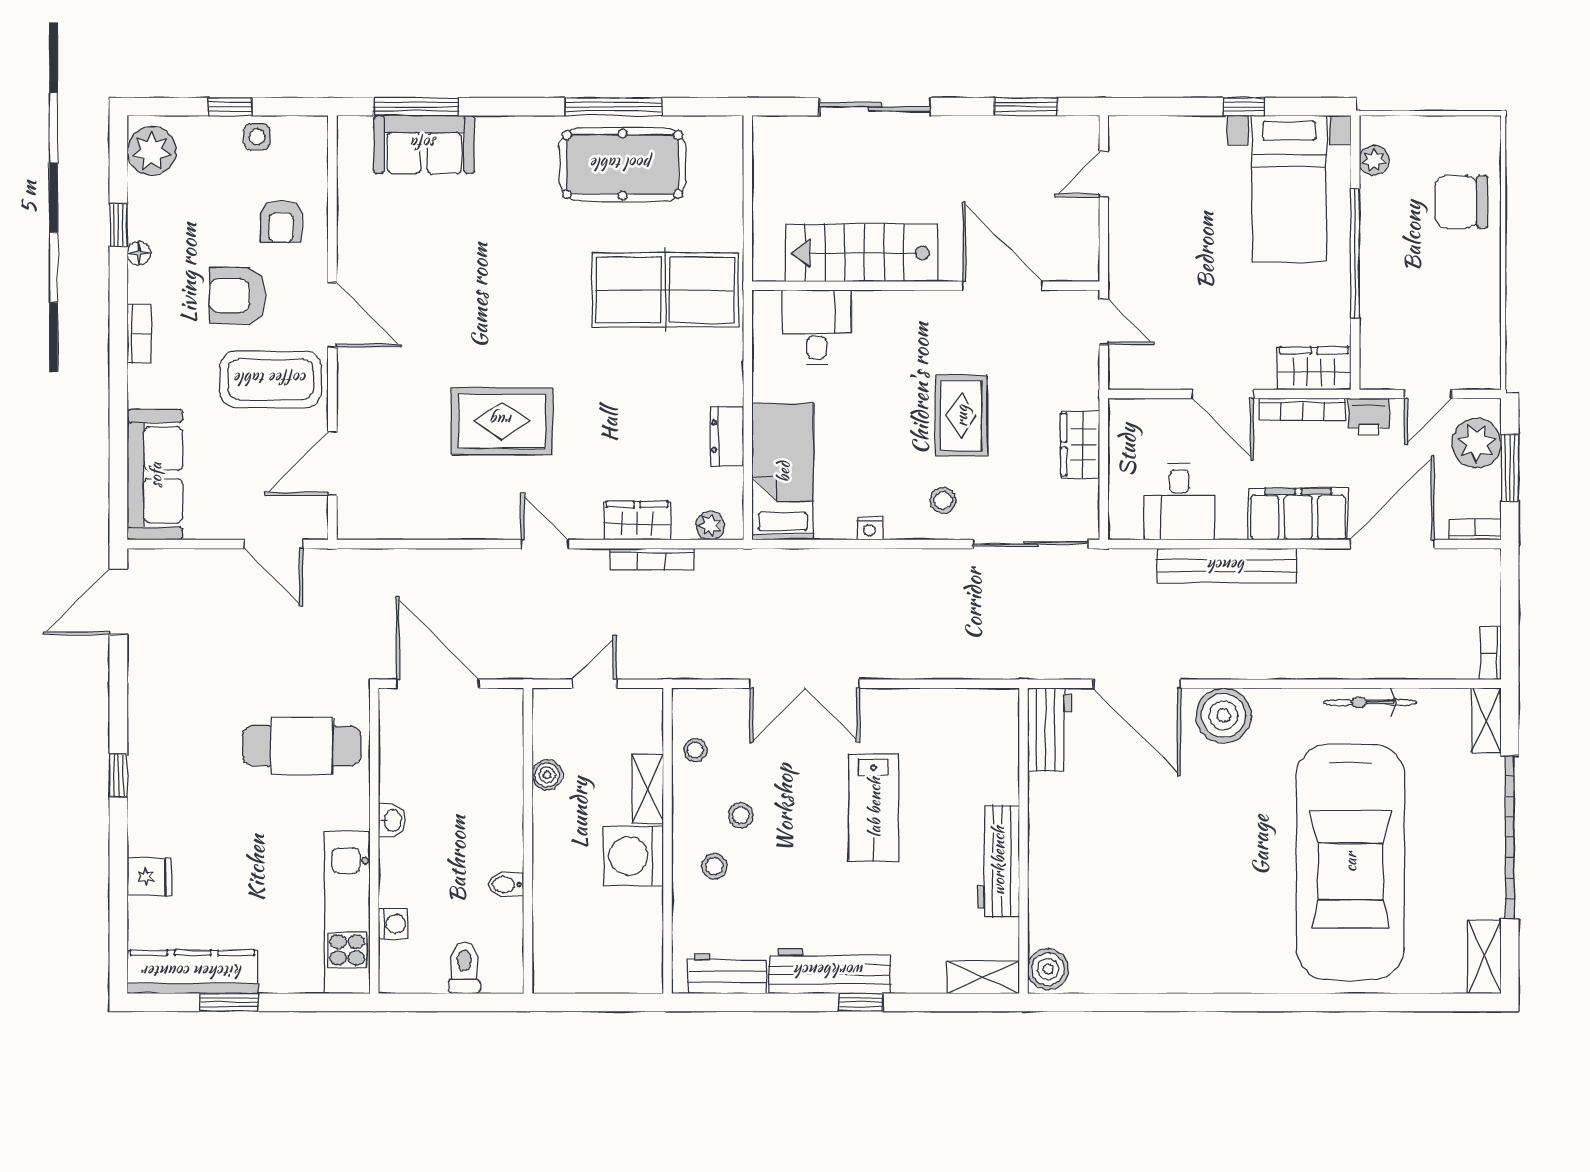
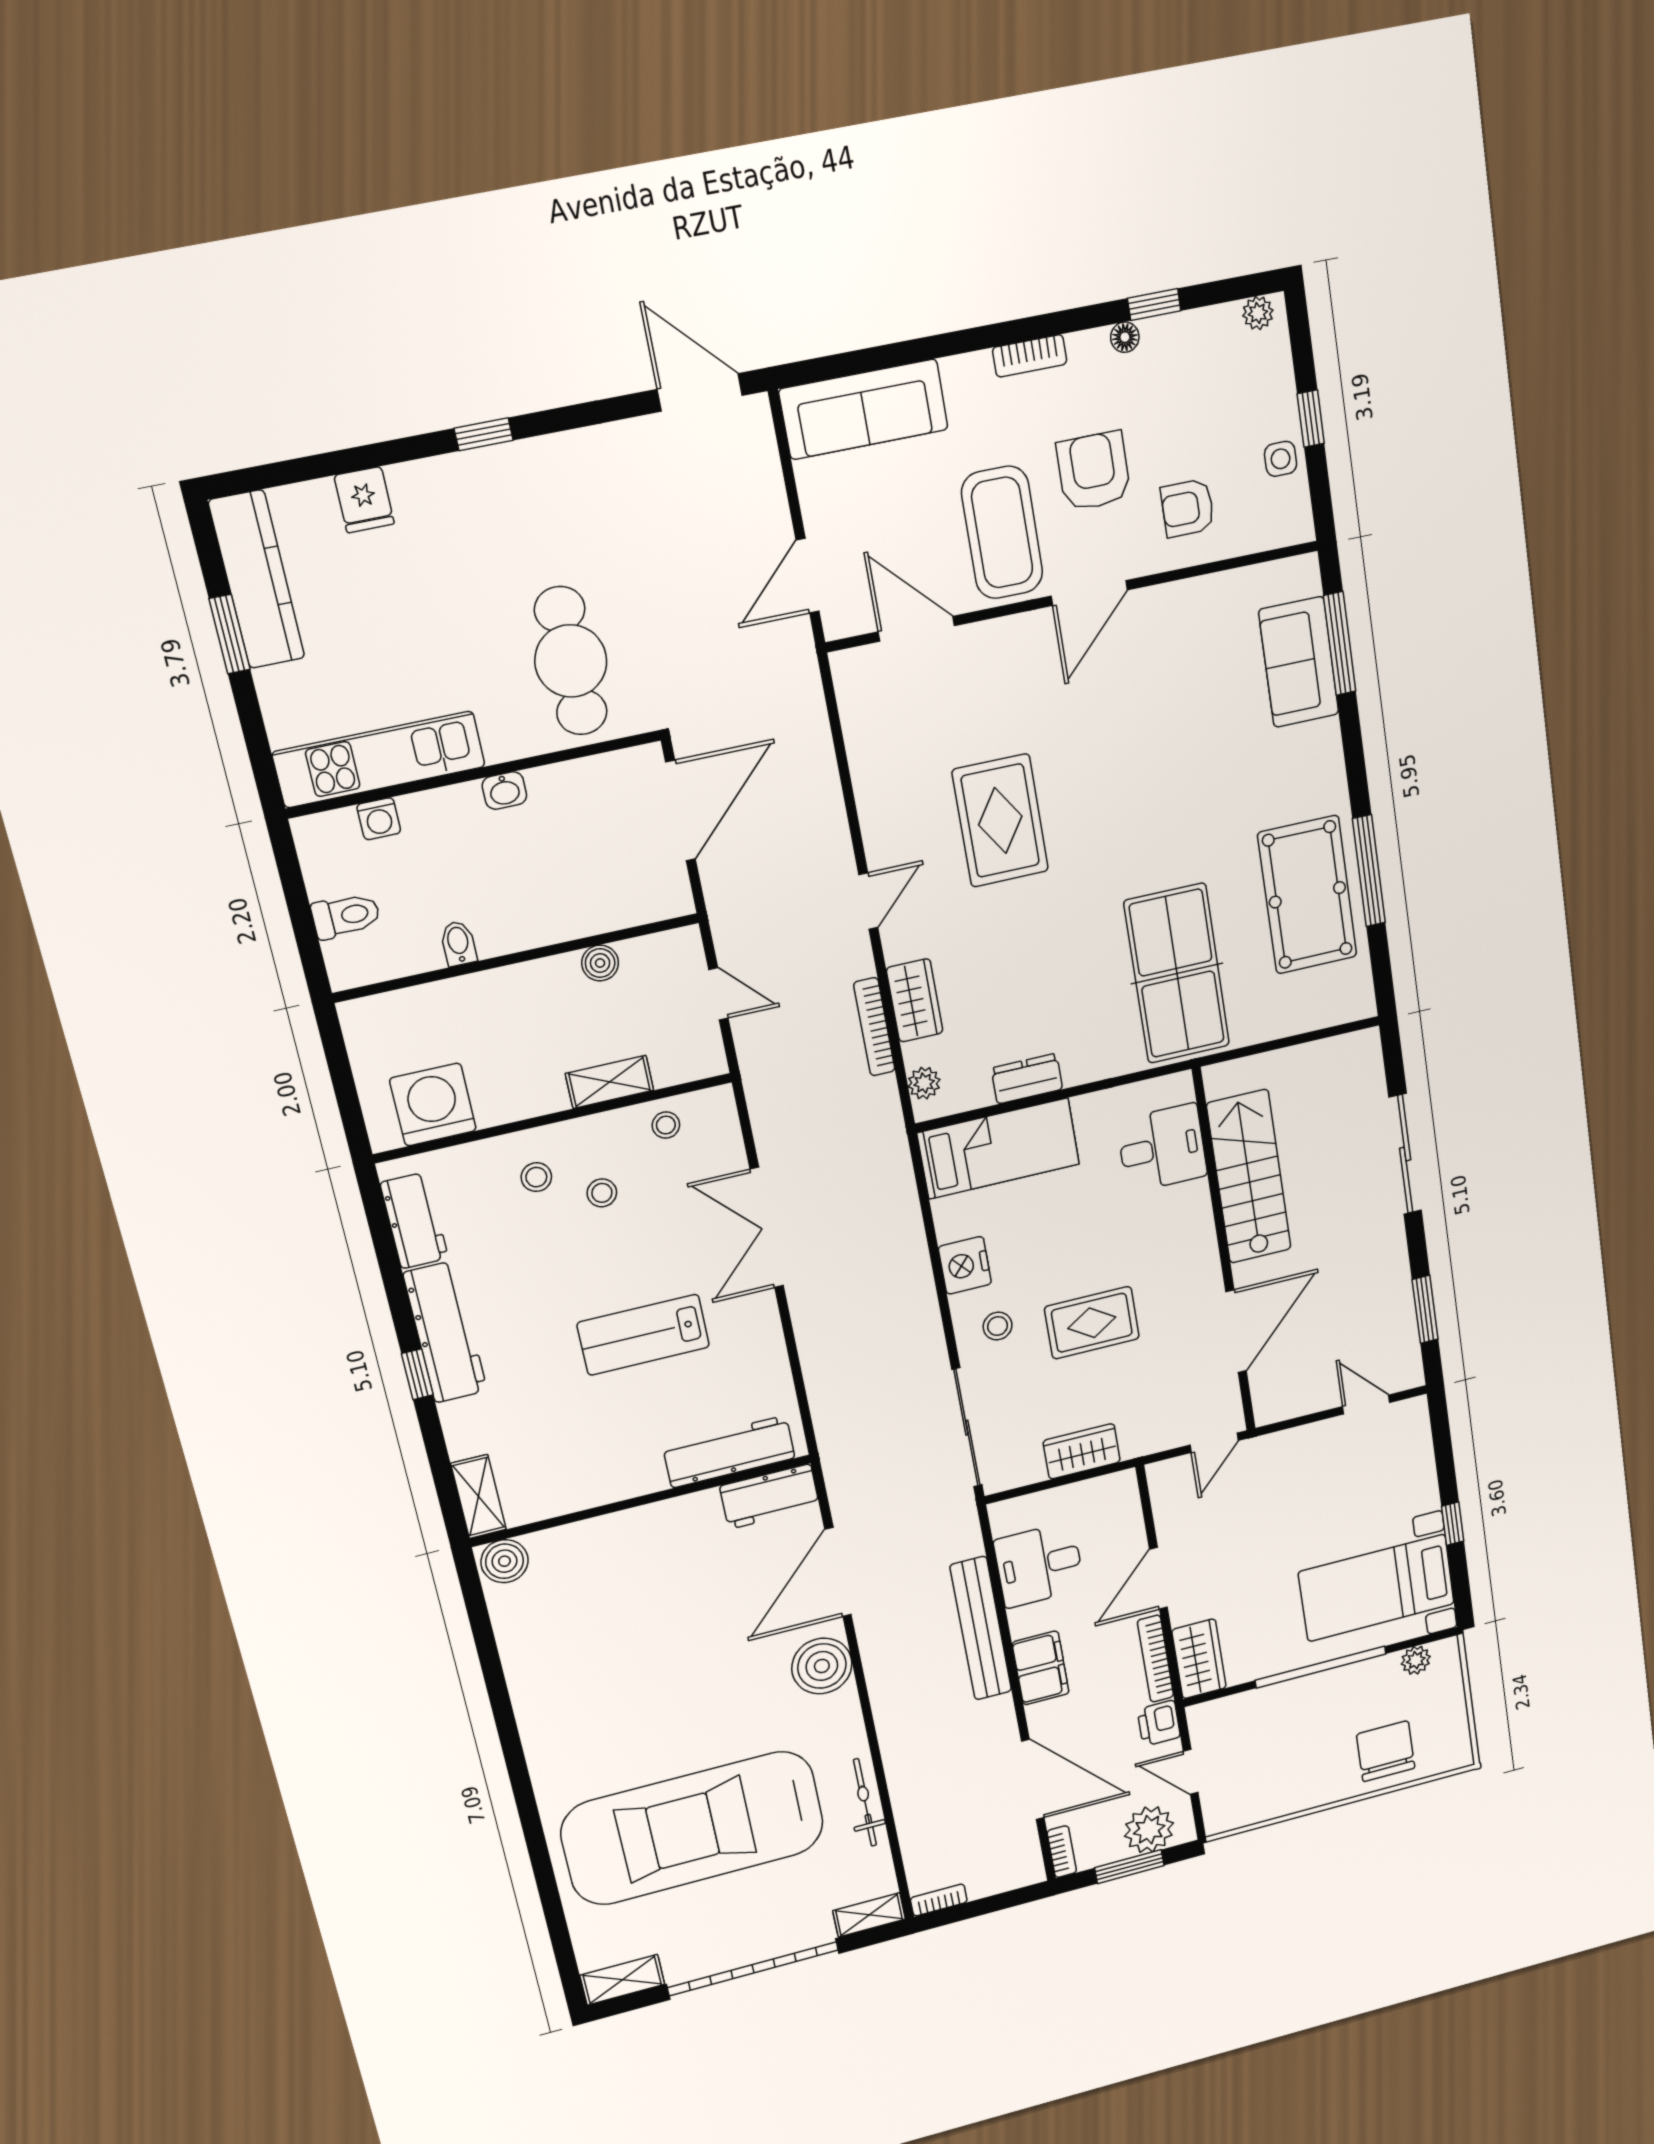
plant: (152, 151) -> (1258, 313), width x0.53, depth x0.53
filing cabinet: (1298, 514) -> (1041, 1668), width x0.67, depth x0.86
nightstand: (870, 528) -> (965, 1265), width x1.89, depth x1.79
washing machine: (633, 856) -> (433, 1105), moved
workbench: (998, 861) -> (729, 1452), moved

